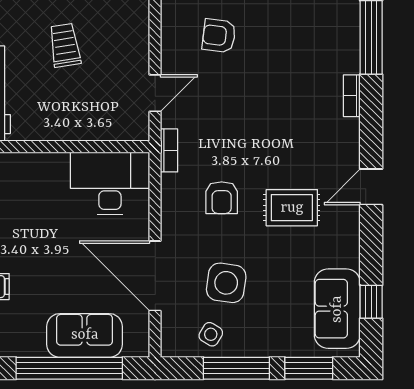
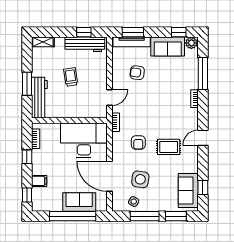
desk: (110, 183) -> (84, 140), width x1.36, depth x1.30

